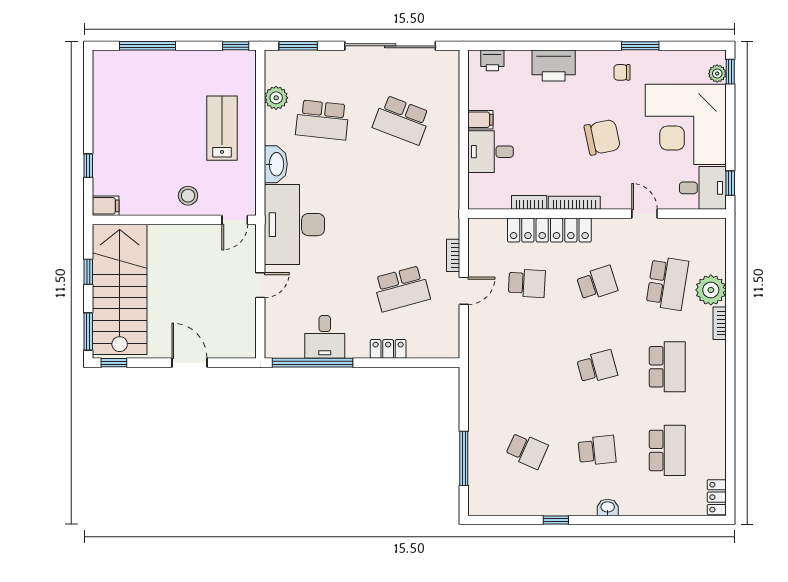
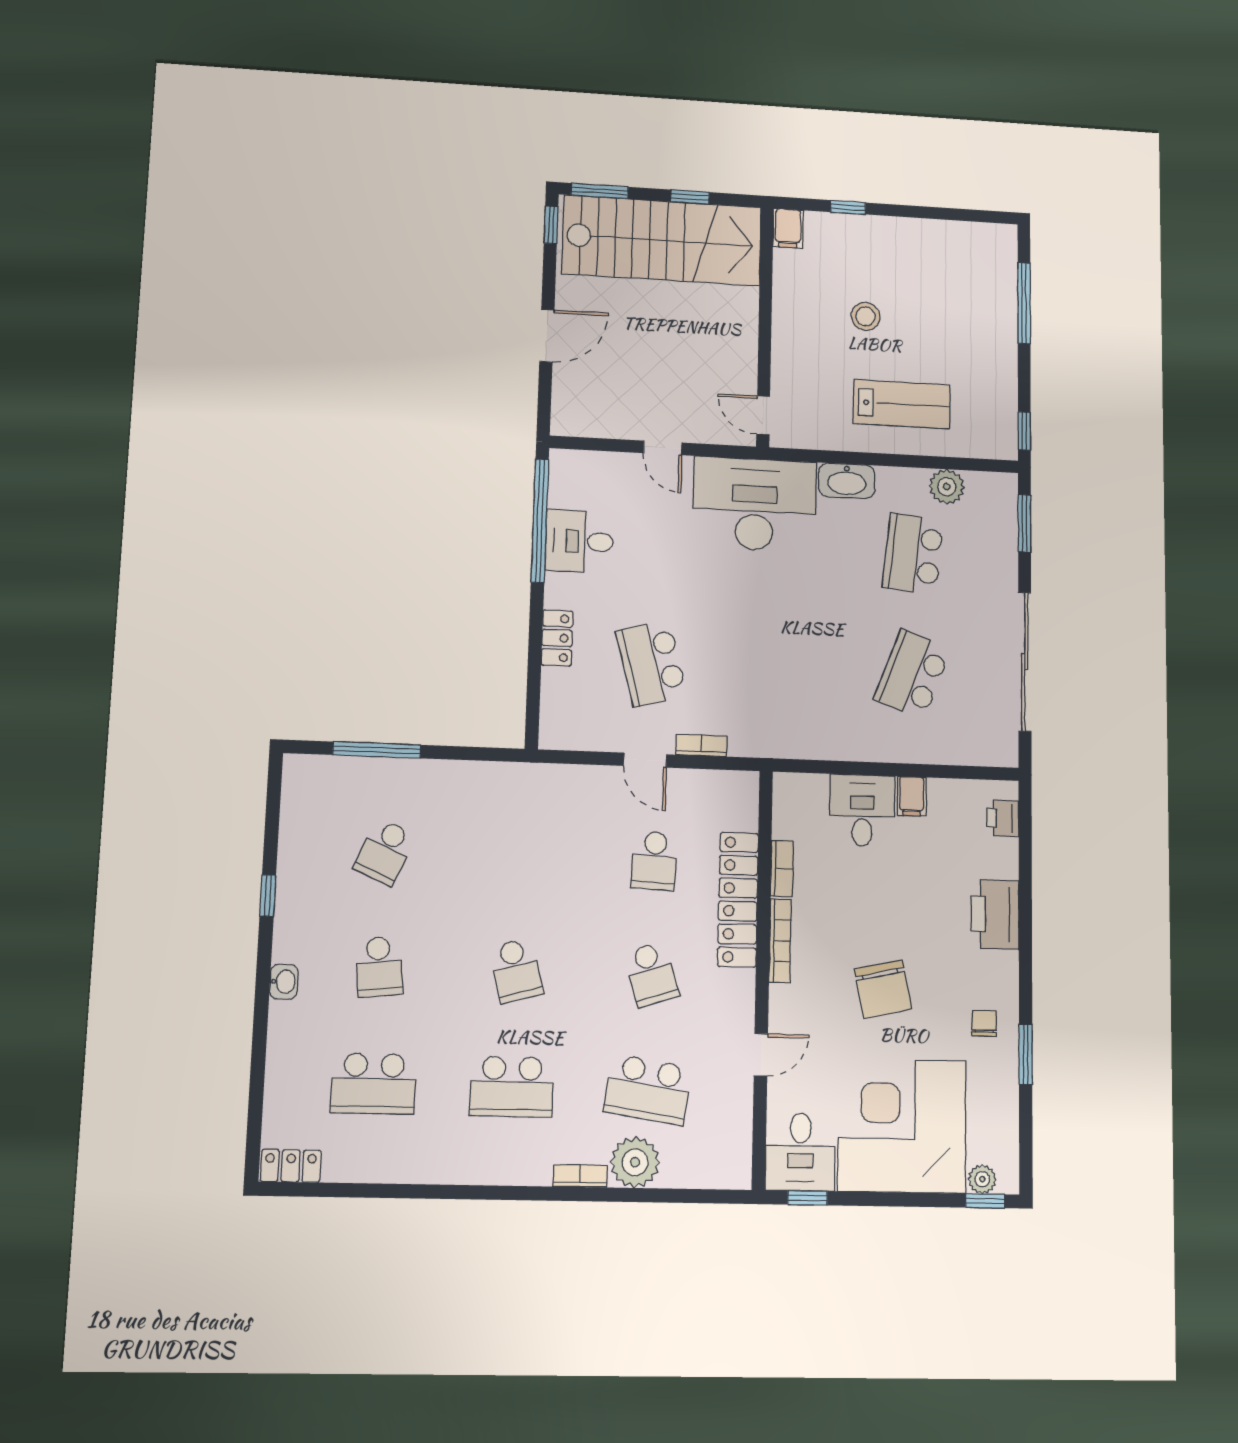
stool: (188, 196) -> (866, 316), moved

